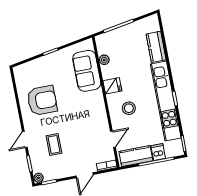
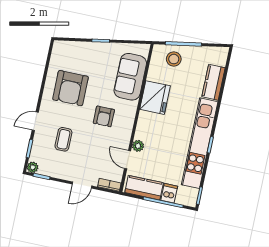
plant: (104, 60) -> (138, 146), moved
fridge: (112, 86) -> (155, 98), width x1.88, depth x1.34
armchair: (42, 101) -> (70, 88), turned 90
stool: (129, 108) -> (174, 59), moved
armchair: (79, 112) -> (104, 116), added
door: (113, 139) -> (128, 160), swing flipped

